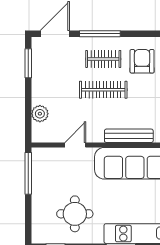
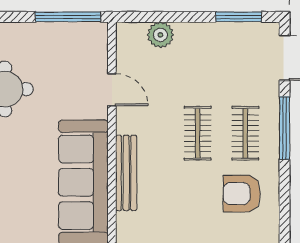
armchair: (142, 61) -> (242, 194), turned 180
clothes rail: (103, 90) -> (198, 133), width x0.73

